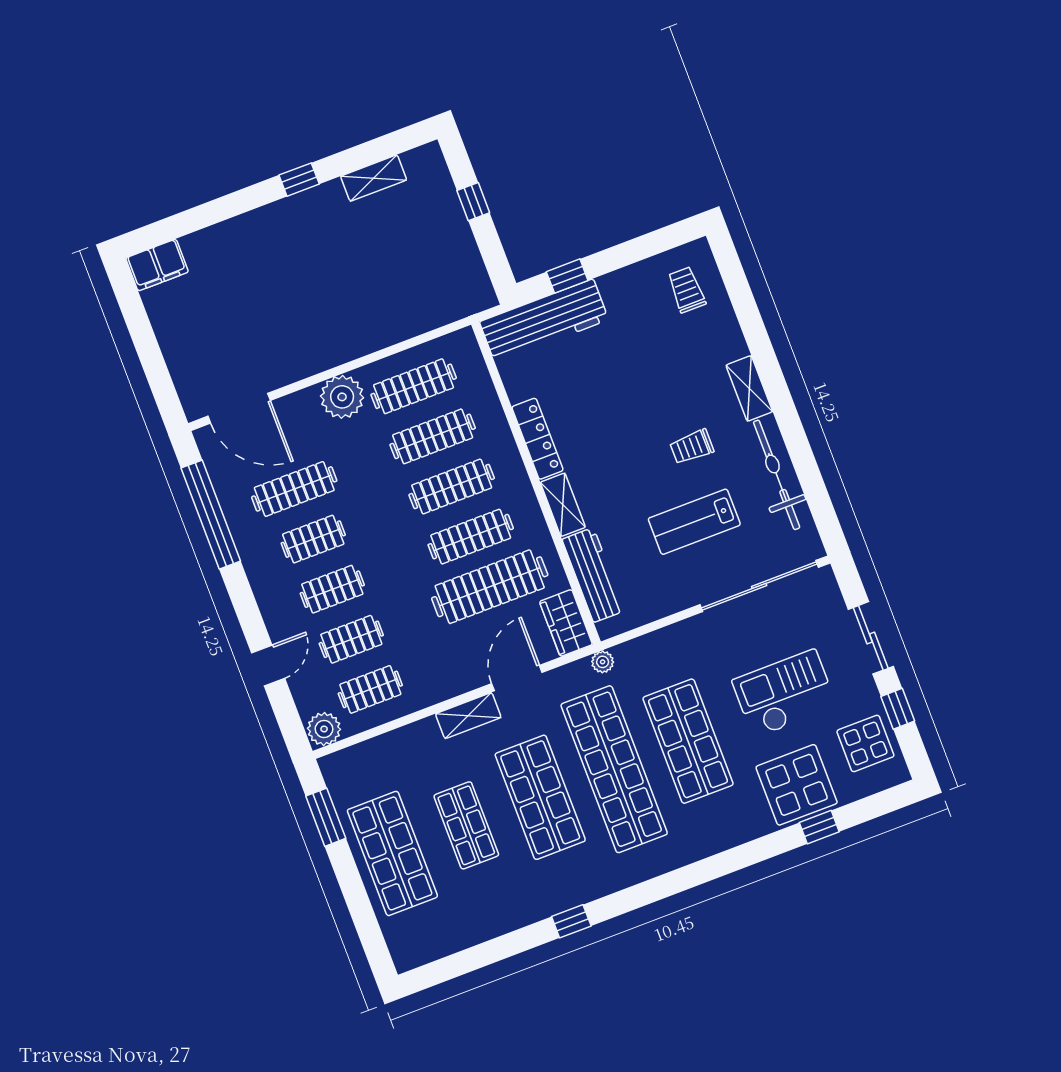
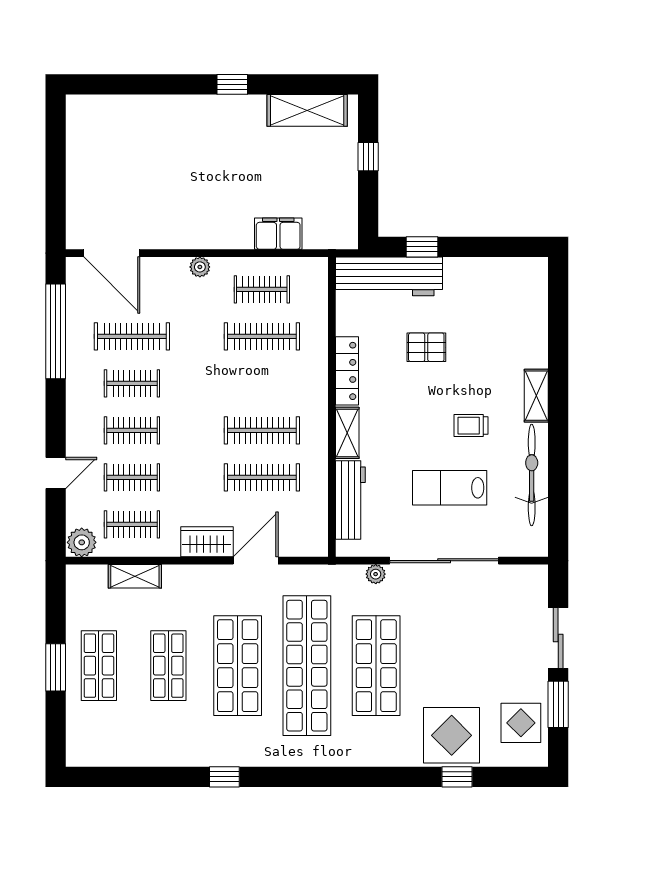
shelving: (374, 178) -> (307, 110), width x1.50, depth x1.33
filing cabinet: (157, 265) -> (278, 234), moved, turned 180
trolley: (687, 290) -> (516, 295), removed
pallet: (612, 381) -> (426, 347), added
clothes rail: (414, 386) -> (262, 289), width x0.73
plant: (342, 397) -> (200, 267), width x0.53, depth x0.53
clothes rail: (452, 486) -> (262, 383), removed
sliding door: (759, 586) -> (444, 561), moved
clothes rail: (490, 587) -> (262, 477), width x0.73, depth x0.76
wardrobe: (566, 623) -> (207, 542), moved, turned 90
plant: (603, 662) -> (376, 574), moved
checkout: (784, 694) -> (470, 657), removed
window: (898, 709) -> (558, 704), width x1.50
shelving: (468, 716) -> (135, 576), moved
window: (326, 817) -> (56, 667), moved
shop shelf: (392, 853) -> (99, 666), width x0.70, depth x0.74

